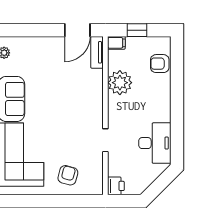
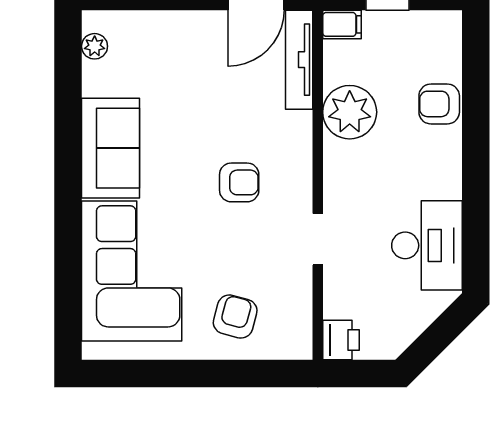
tv unit: (97, 52) -> (299, 60), width x1.41
armchair: (160, 64) -> (439, 104), moved
armchair: (70, 114) -> (239, 182), added

